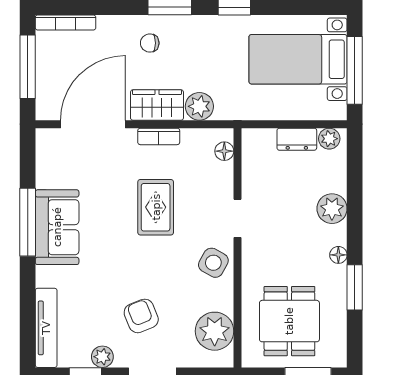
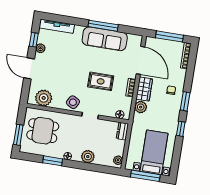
dresser: (297, 139) -> (122, 131), moved
sofa: (57, 227) -> (105, 39), width x1.36
armchair: (141, 316) -> (55, 68), removed

